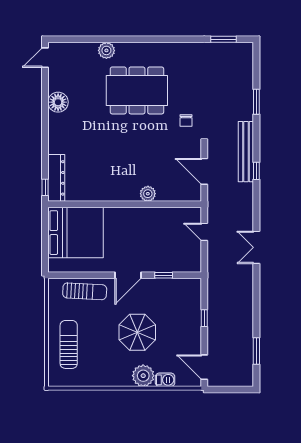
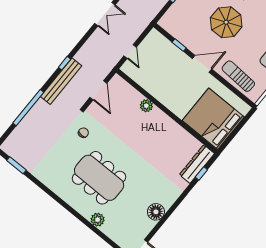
window: (256, 102) -> (28, 108), width x2.11
window: (45, 187) -> (201, 173), moved

